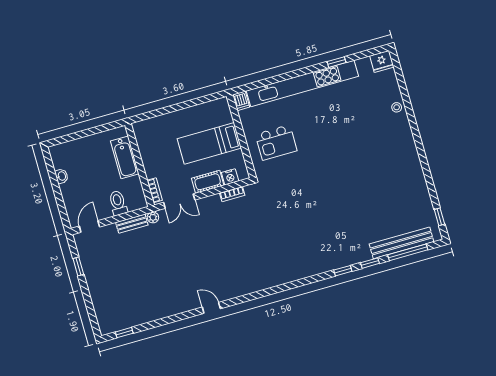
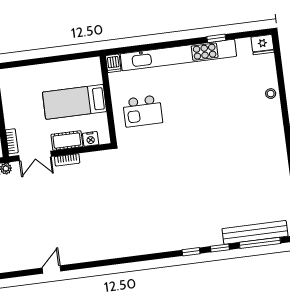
bookcase: (232, 194) -> (67, 160), moved
door: (211, 308) -> (51, 270), hinge flipped

